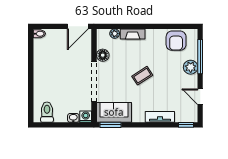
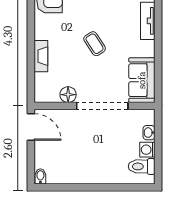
plant: (115, 34) -> (40, 79), removed
washing machine: (86, 117) -> (147, 150), moved
window: (111, 125) -> (158, 85), removed

